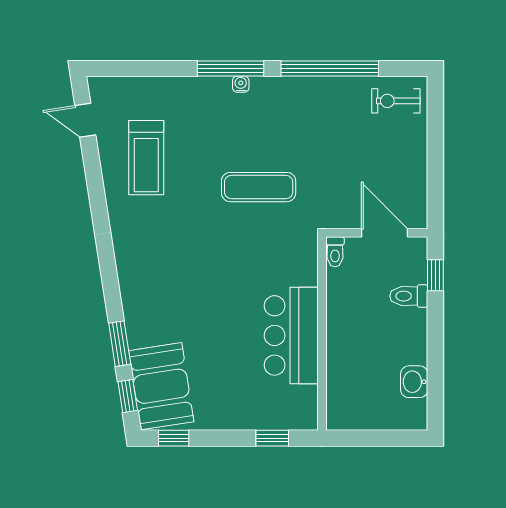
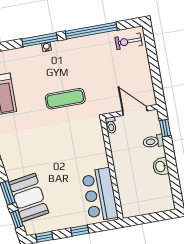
bar counter: (291, 335) -> (100, 195), moved
washbasin: (414, 382) -> (161, 167), moved
booth: (161, 386) -> (29, 198), moved
window: (272, 438) -> (80, 231), moved

